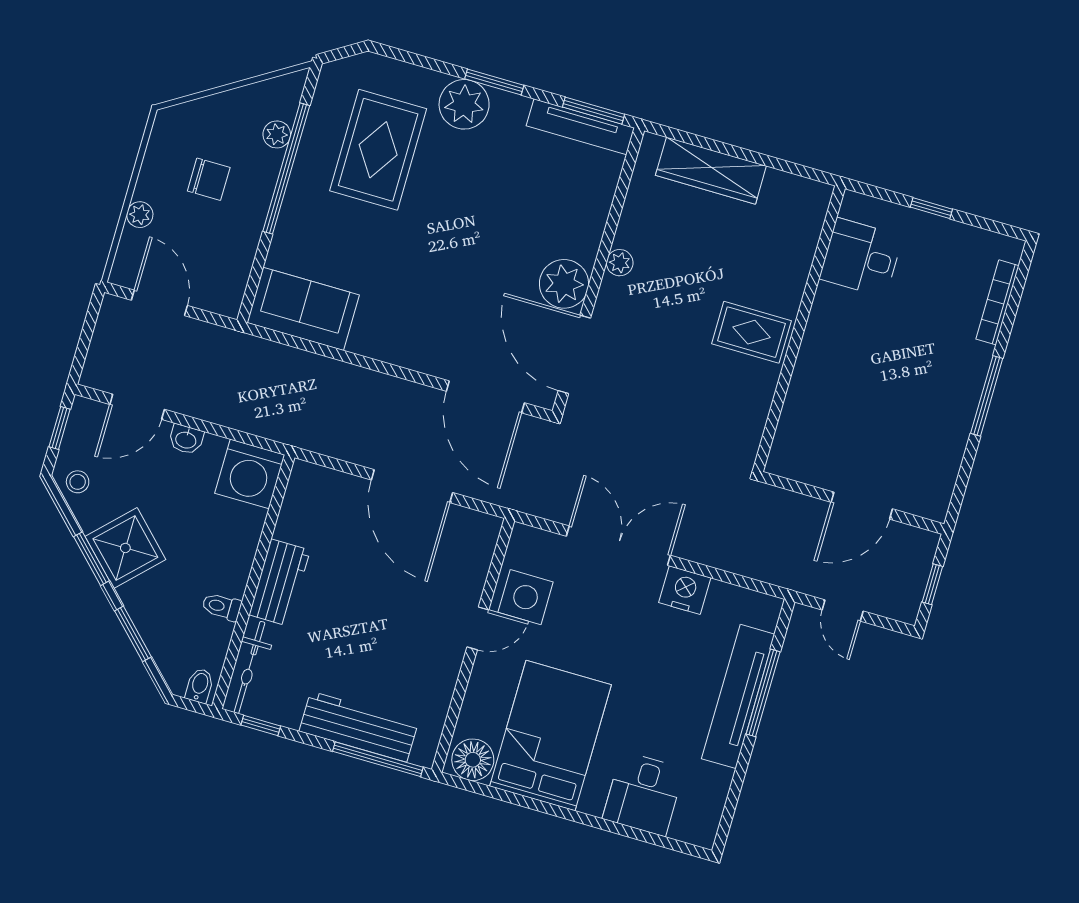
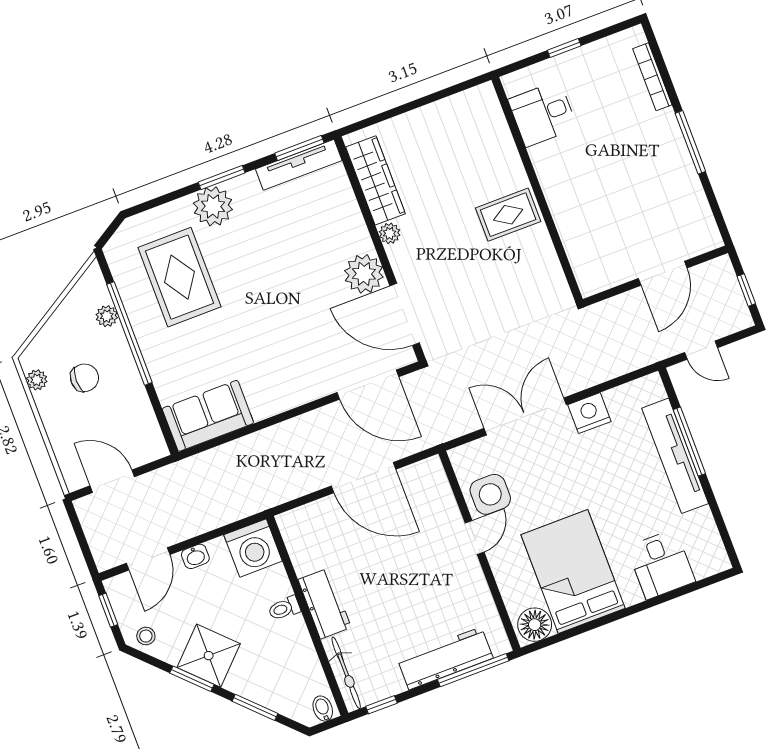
wardrobe: (711, 171) -> (375, 180), moved, turned -90
plant: (140, 215) -> (37, 380), moved
toilet: (222, 607) -> (284, 608), moved

